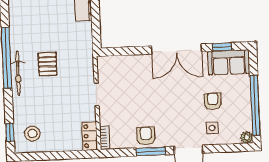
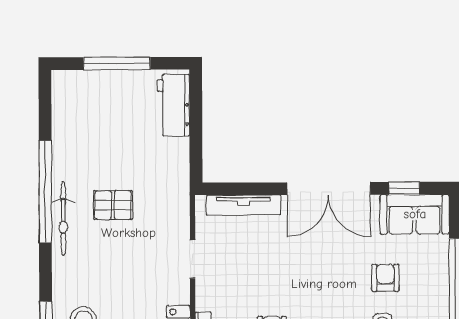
tv unit: (126, 61) -> (243, 205), added
pallet: (47, 64) -> (113, 205), turned 90

